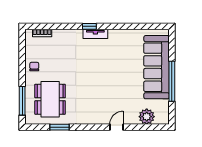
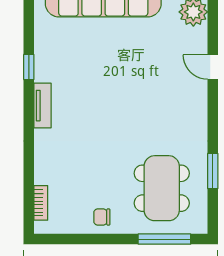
window: (89, 26) -> (29, 67), moved
dining table: (50, 99) -> (162, 188), turned 90

